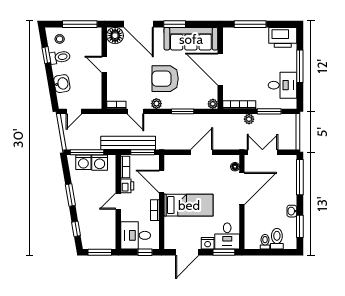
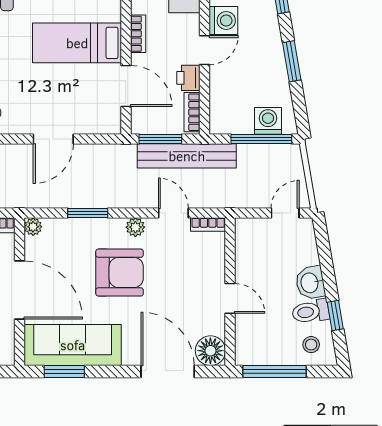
window: (175, 24) -> (64, 371), moved
washbasin: (62, 84) -> (310, 283), moved
washing machine: (100, 163) -> (223, 21), moved, turned 90

